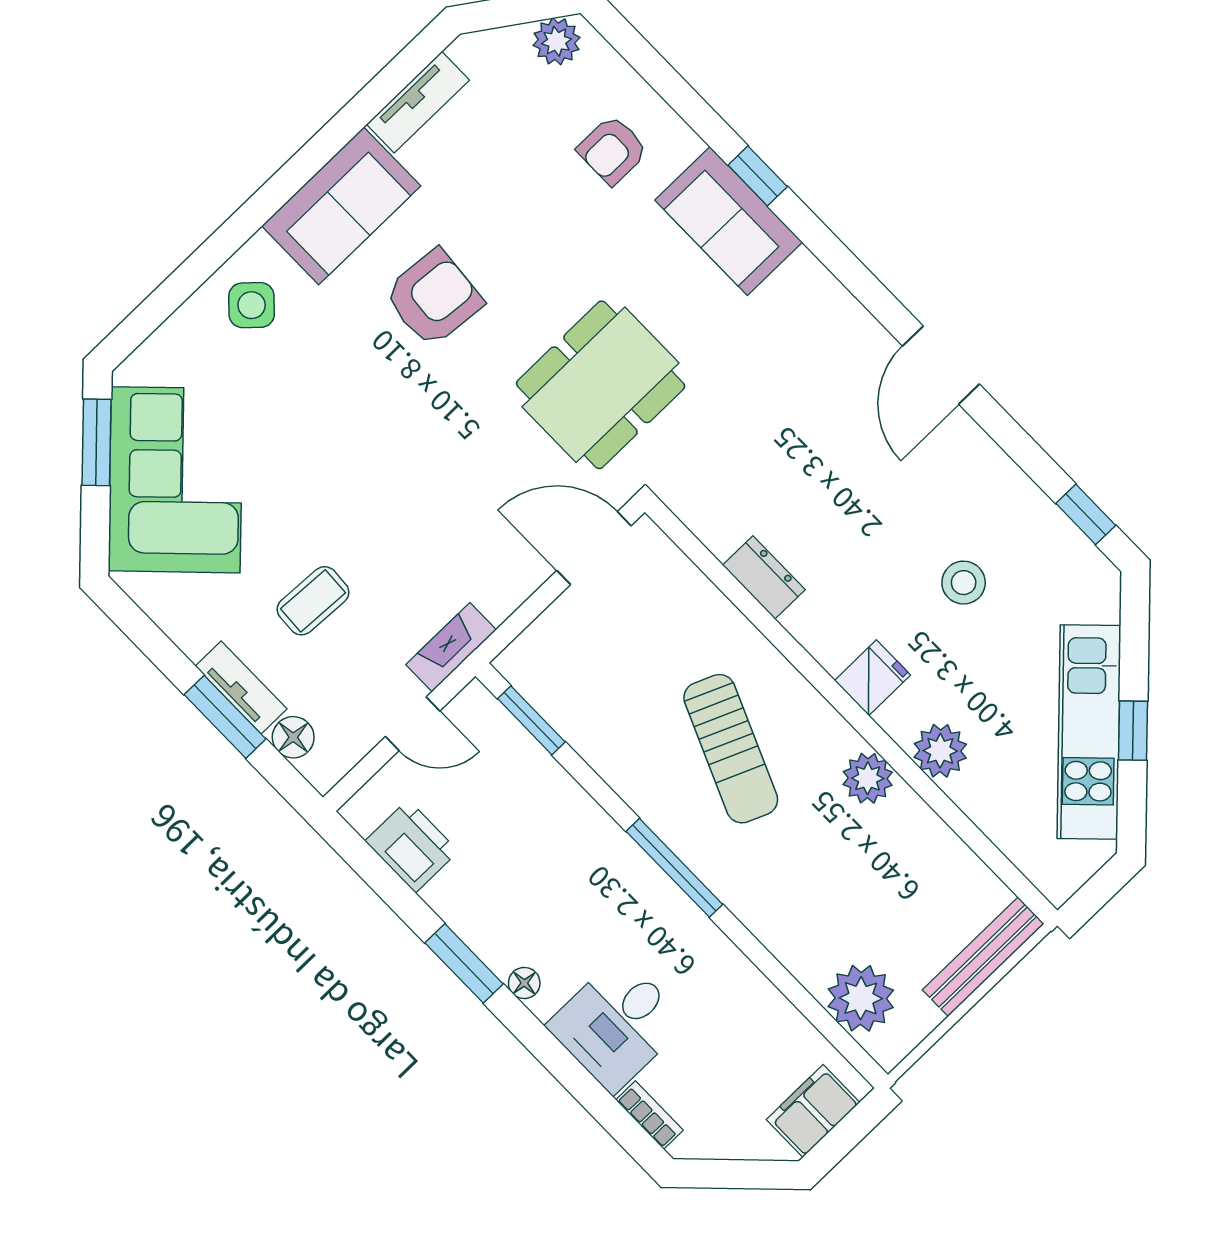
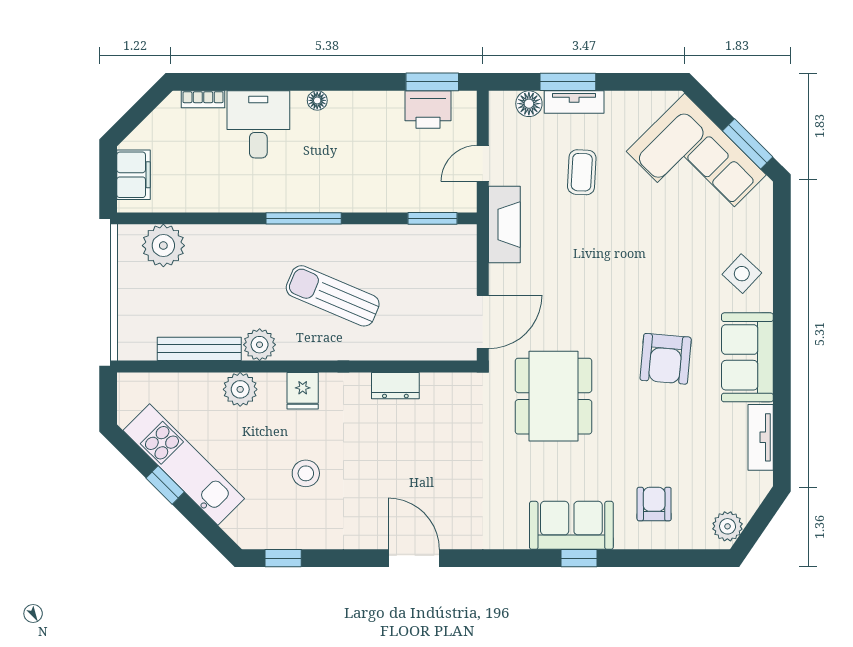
fireplace: (451, 647) -> (504, 225), width x1.37, depth x1.32
bench: (983, 957) -> (199, 349), moved, turned 90
window: (464, 963) -> (432, 82), moved

